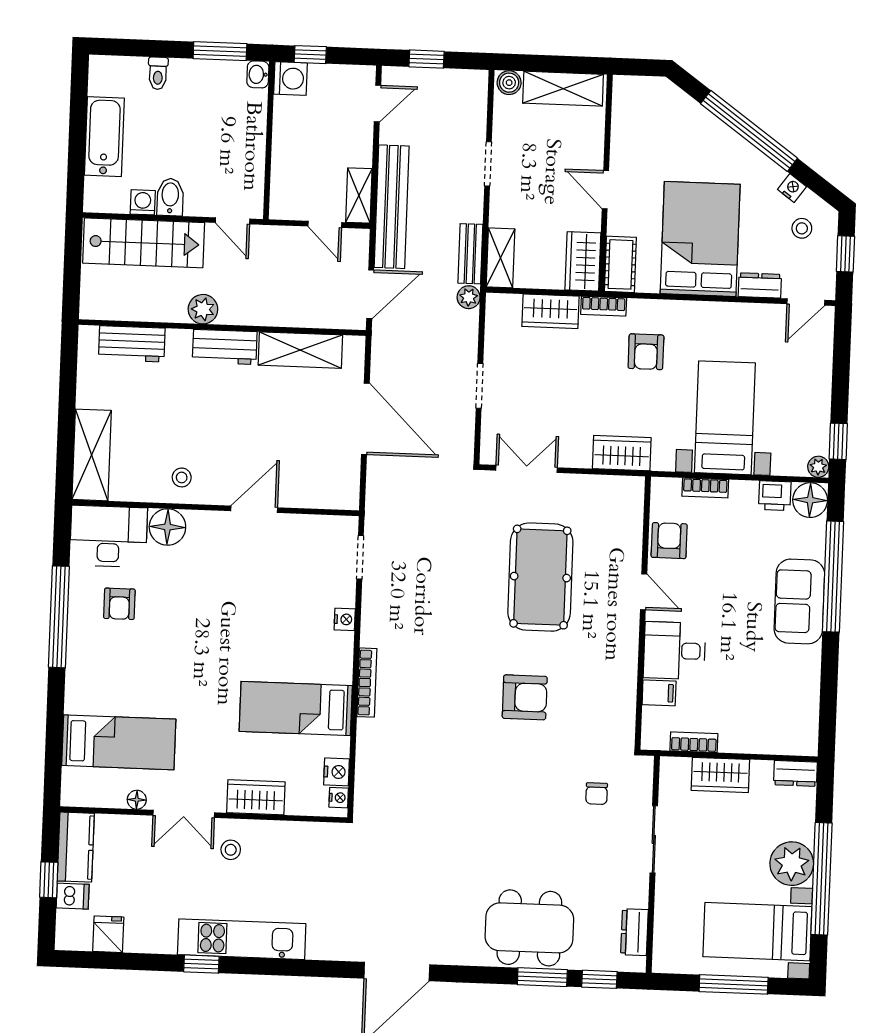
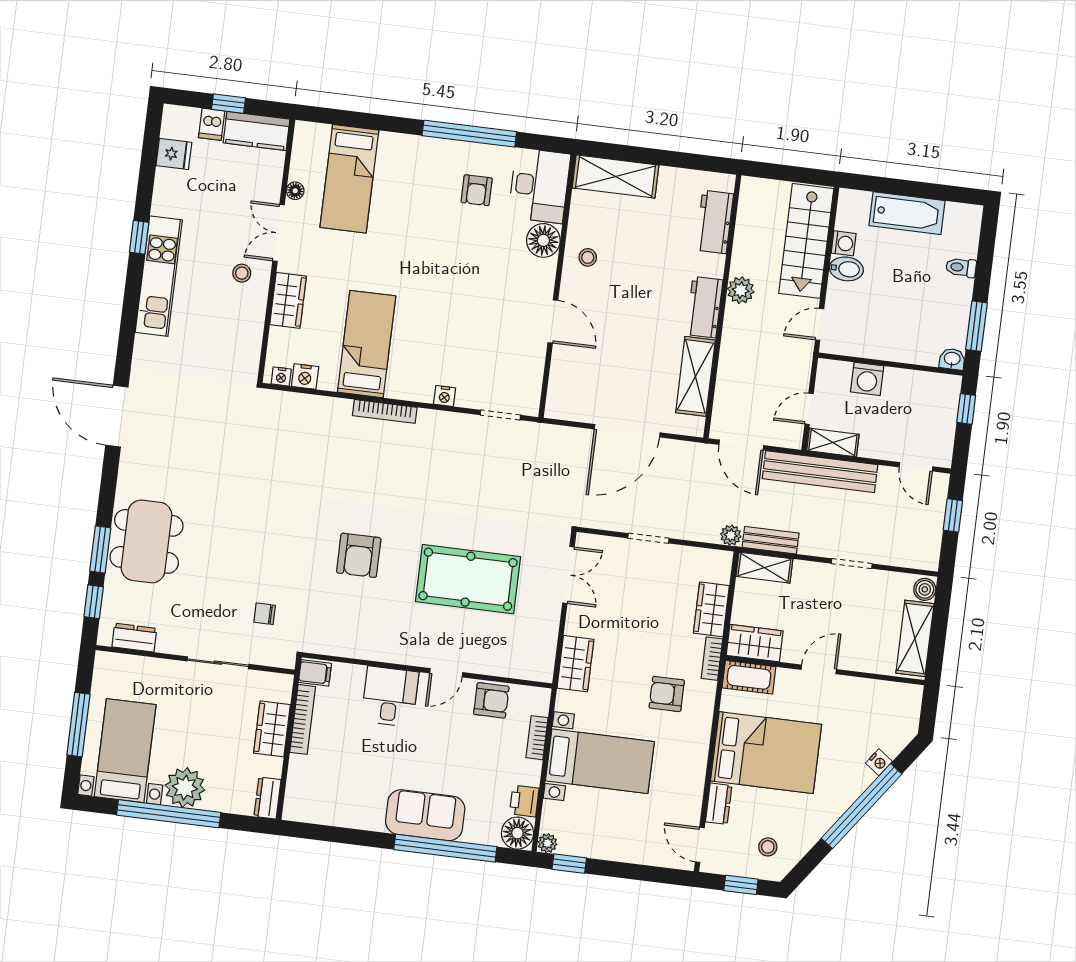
washing machine: (290, 79) -> (867, 379), moved
nightstand: (792, 188) -> (879, 762), moved
armchair: (119, 604) -> (477, 190), turned -90
filing cabinet: (659, 693) -> (315, 673), moved, turned -90
bookcase: (694, 742) -> (303, 719), width x1.56

